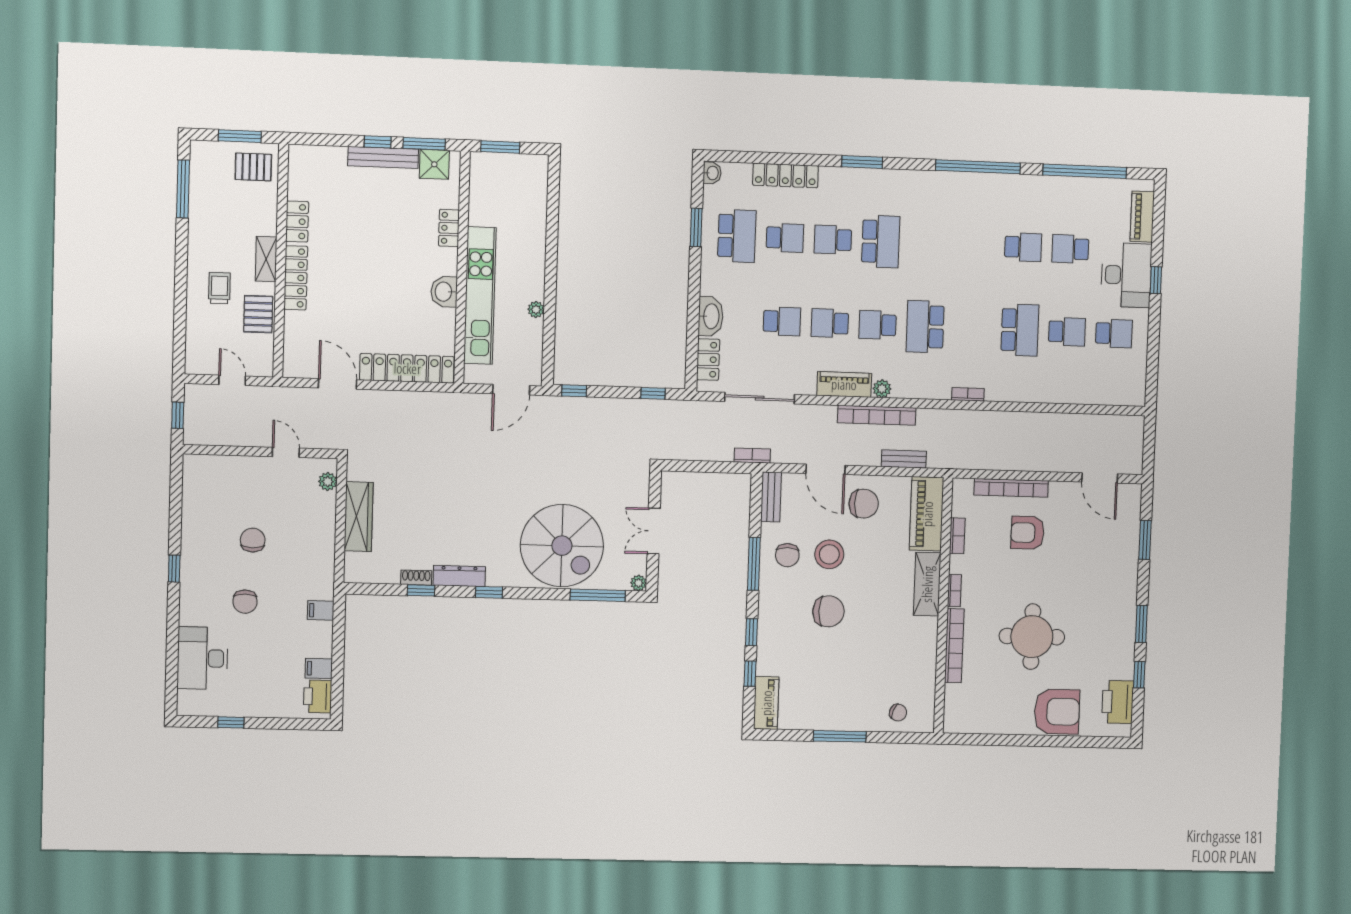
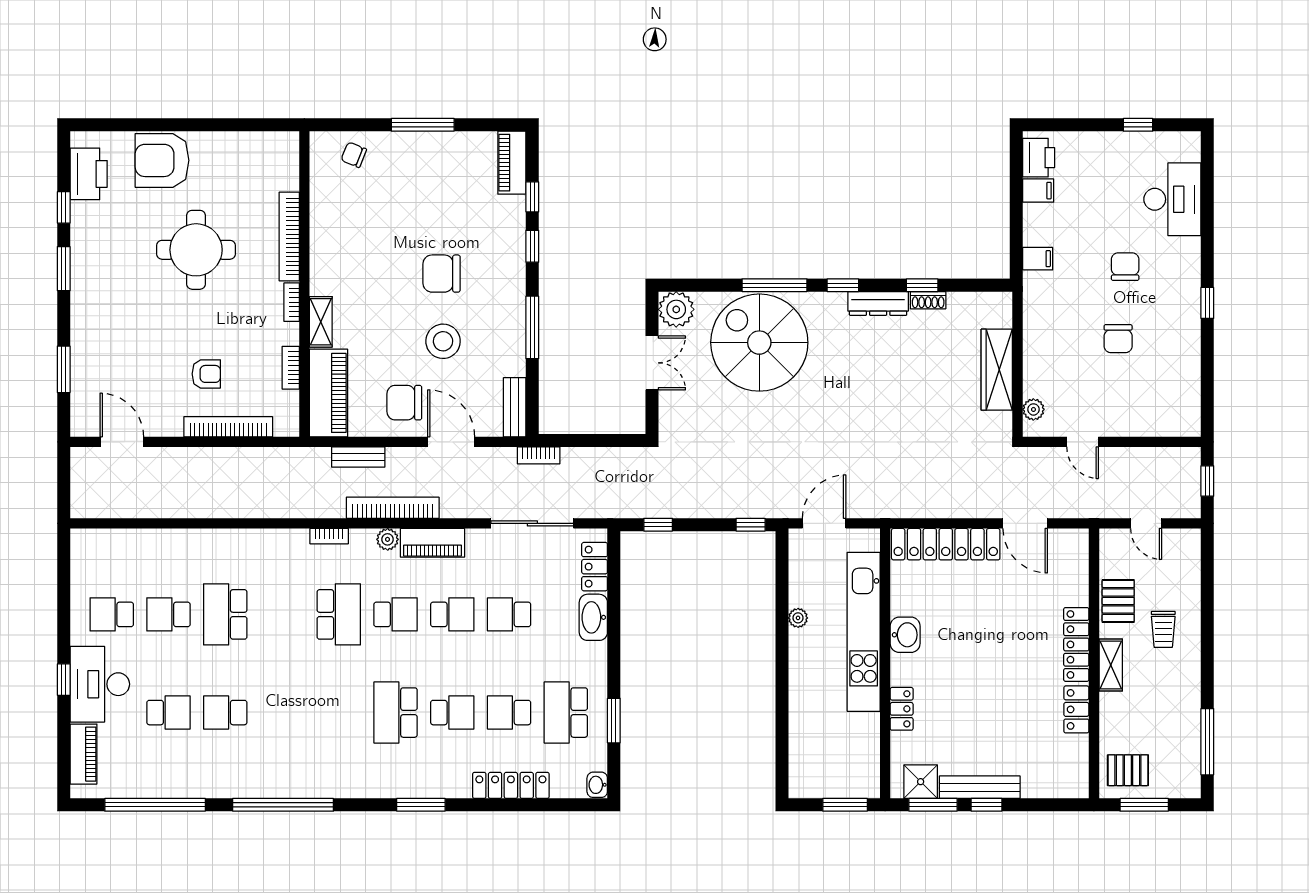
bookcase: (968, 394) -> (329, 536), moved
armchair: (1028, 533) -> (206, 374), width x0.72, depth x0.72
chair: (787, 555) -> (493, 339), removed
plant: (638, 583) -> (676, 309), width x1.88, depth x1.88
shelving: (927, 584) -> (321, 322), width x0.67, depth x0.75
window: (598, 595) -> (774, 285), moved

